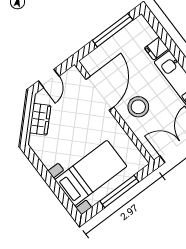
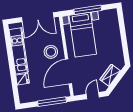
window: (113, 30) -> (52, 102), moved
bed with nightstands: (91, 173) -> (83, 35), moved, turned -90

